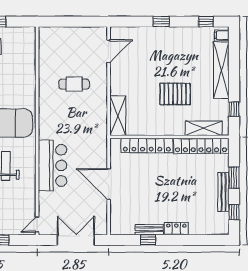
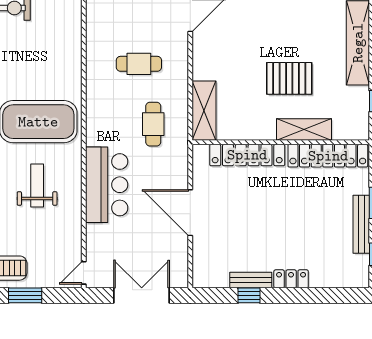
cafe table: (84, 125) -> (153, 124), added
shelving: (204, 128) -> (304, 130), moved

